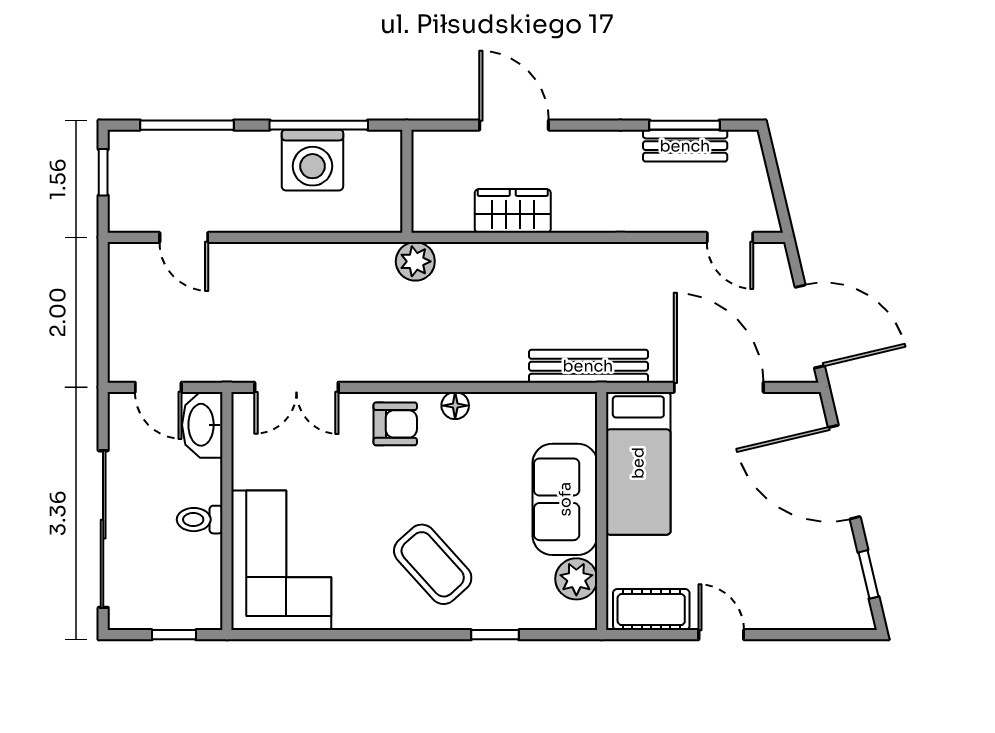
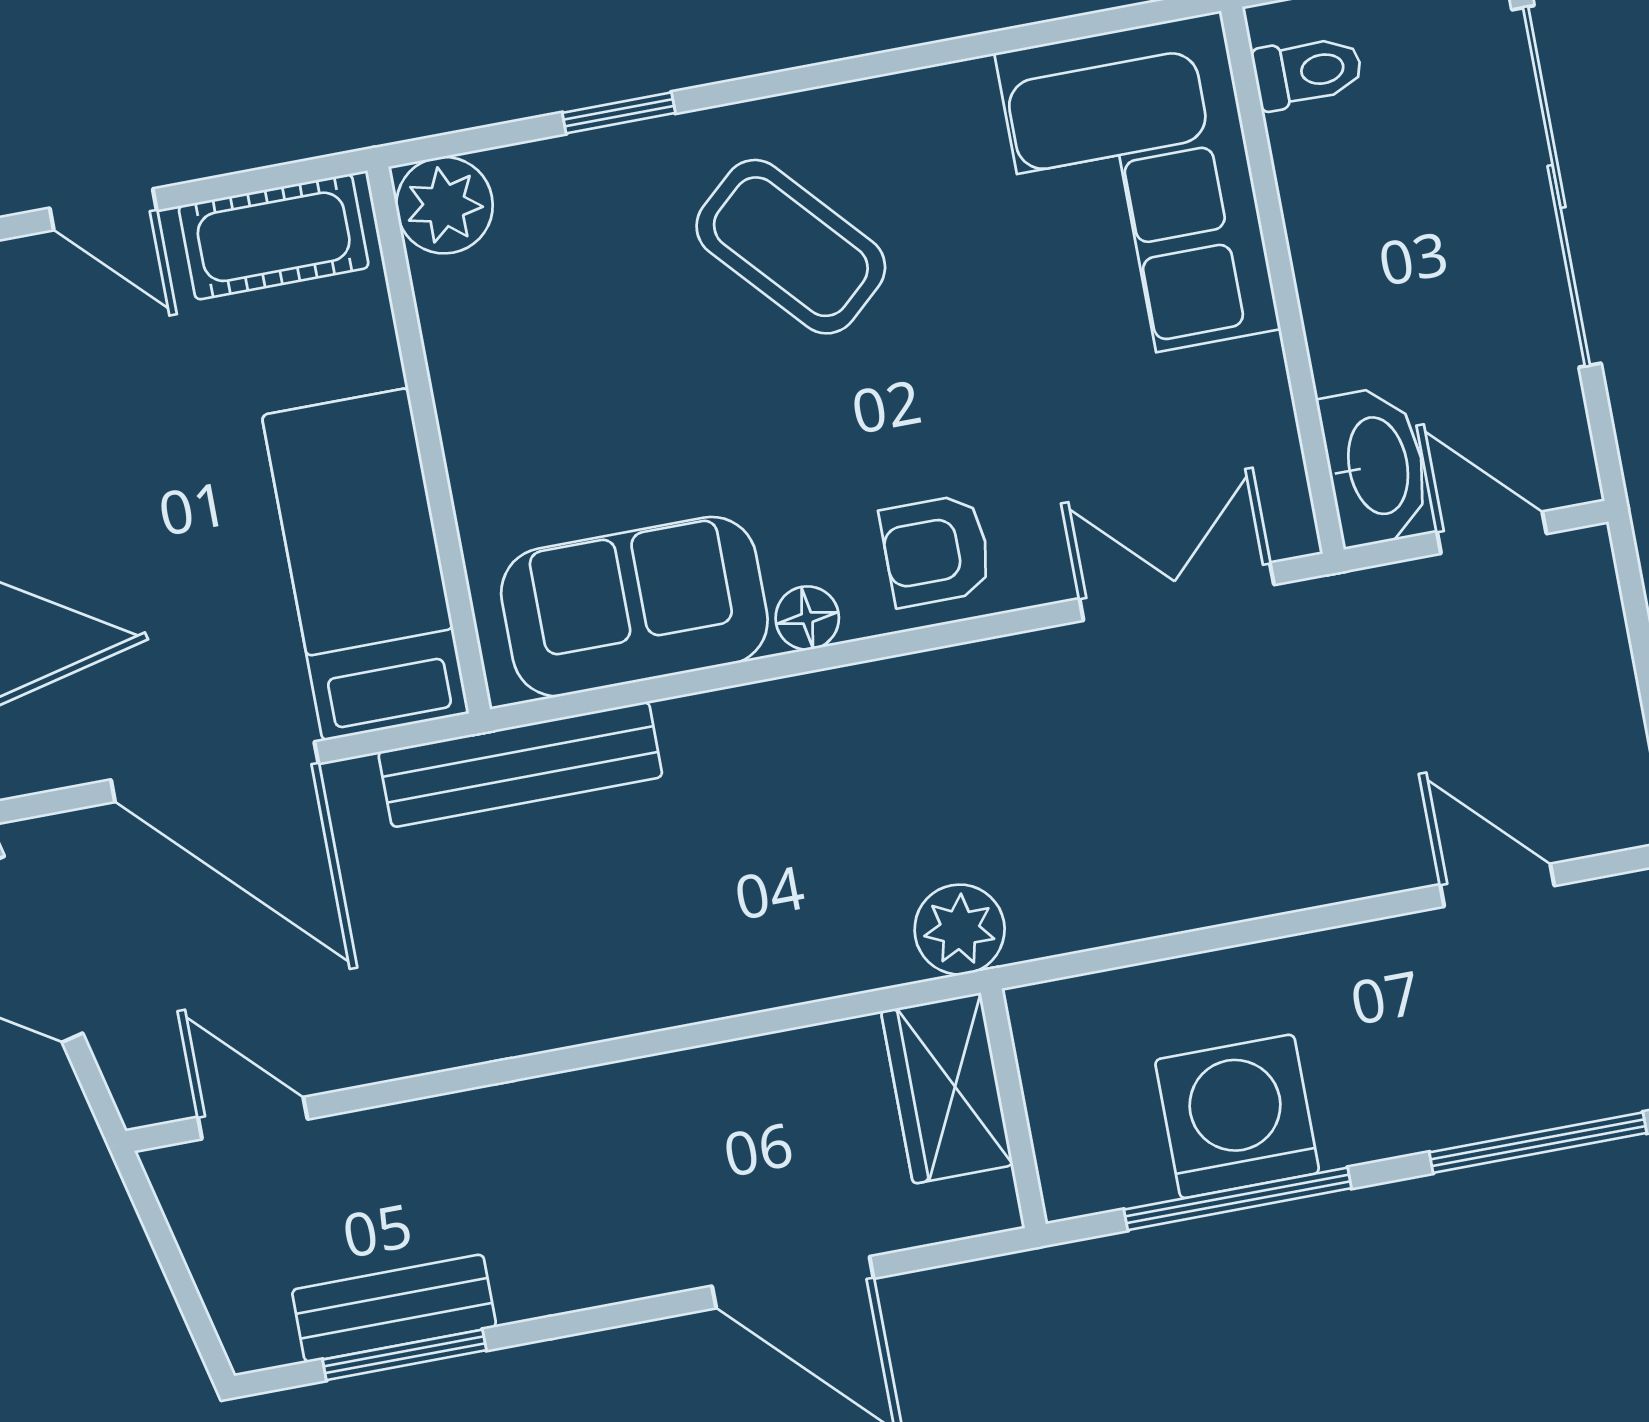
wardrobe: (513, 211) -> (947, 1088), moved, turned 90
sofa: (565, 499) -> (634, 607), moved, turned -90
toilet: (200, 520) -> (1308, 72), moved
plant: (576, 579) -> (444, 205), moved

